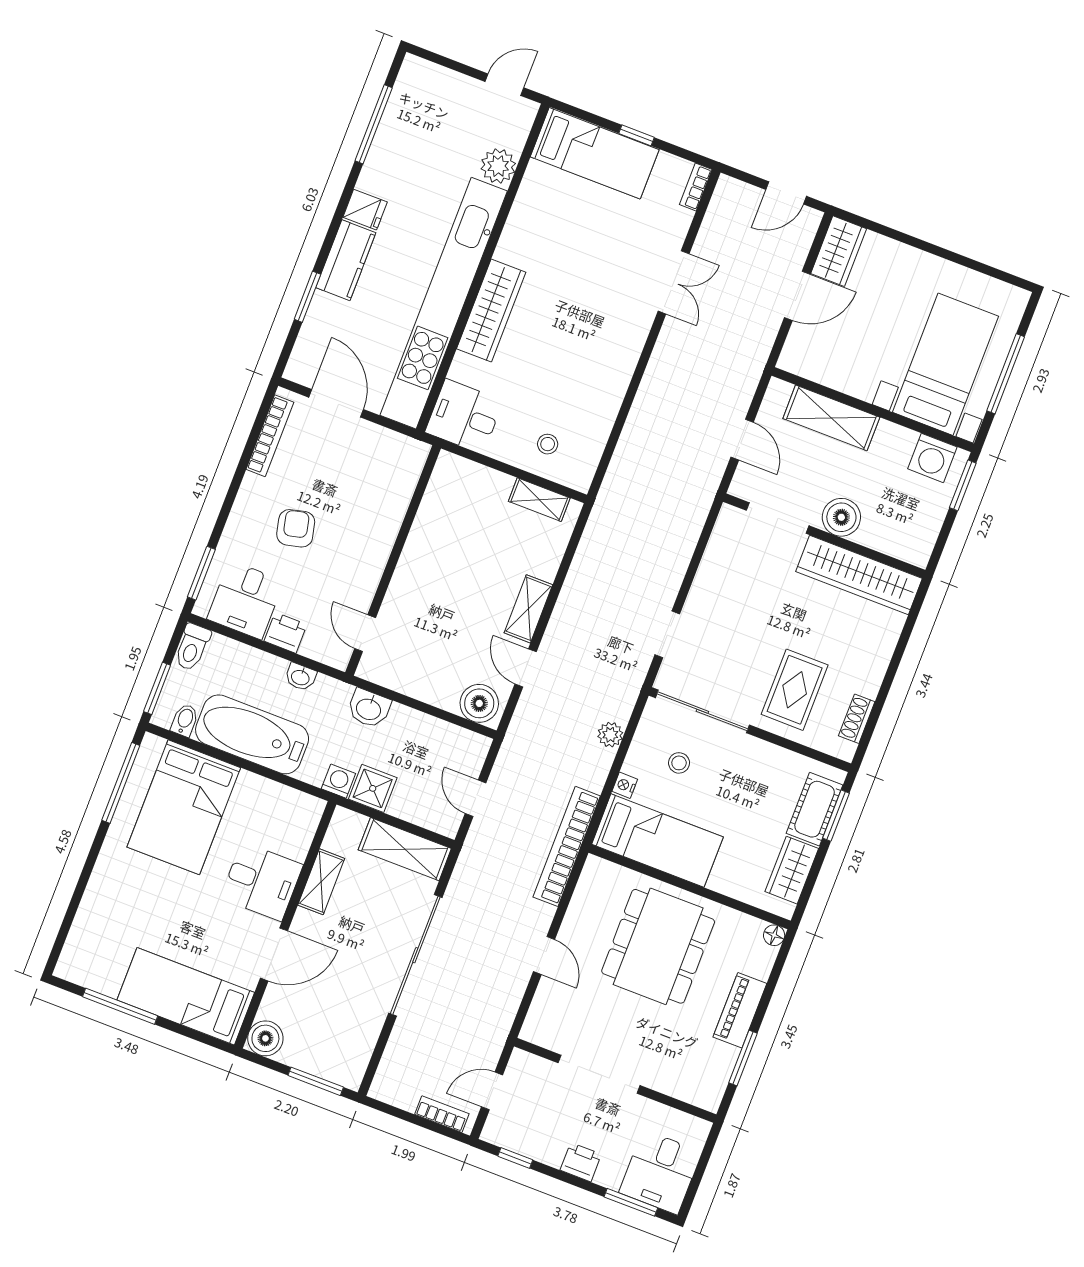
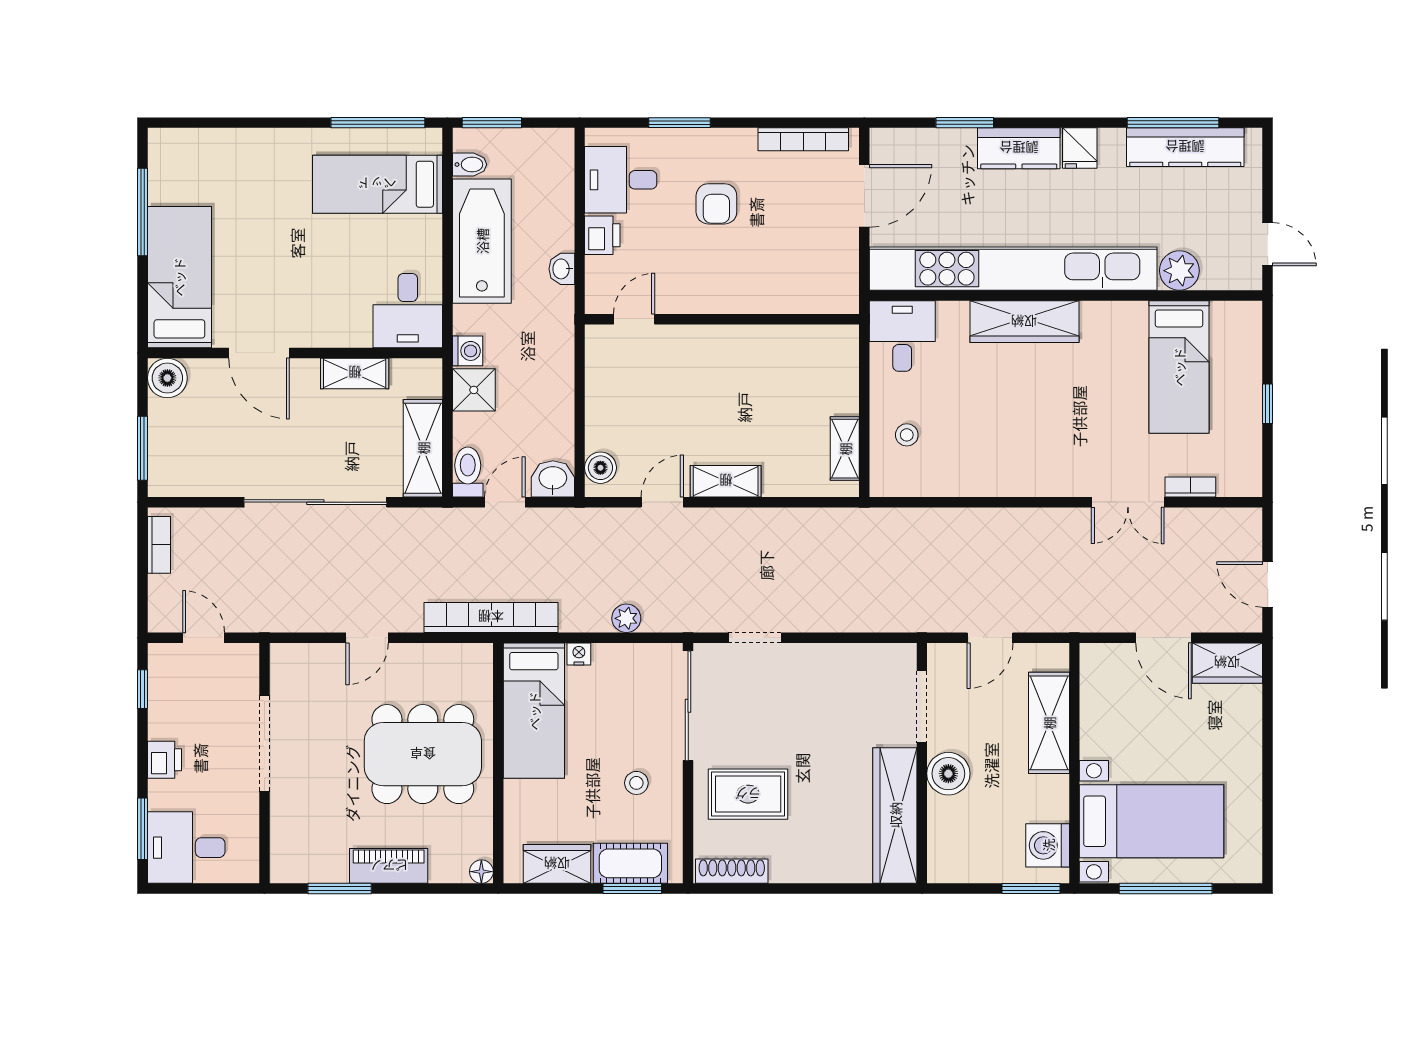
kitchen counter: (398, 122) -> (1185, 147), added
bed: (595, 153) -> (1179, 367), moved
bookcase: (696, 187) -> (1190, 487), moved
armchair: (296, 528) -> (716, 204), turned 103
window: (201, 573) -> (680, 123), moved
toilet: (192, 647) -> (468, 472), moved, turned 90
boiler: (479, 703) -> (600, 468), width x0.73, depth x0.73
washbasin: (369, 708) -> (553, 479), moved, turned 90
shoe rack: (857, 719) -> (732, 871), width x1.43
stool: (679, 763) -> (636, 783), moved
bed: (184, 807) -> (377, 184), width x0.67
desk: (262, 882) -> (408, 311), moved
bookcase: (442, 1114) -> (159, 545), moved

